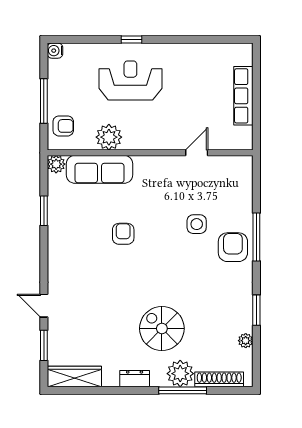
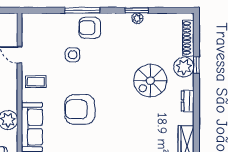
coffee table: (160, 174) -> (36, 82), added
armchair: (123, 234) -> (80, 109), width x1.88, depth x1.88
plant: (246, 341) -> (137, 18), moved
window: (183, 390) -> (196, 65), width x0.46

